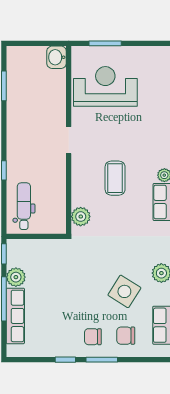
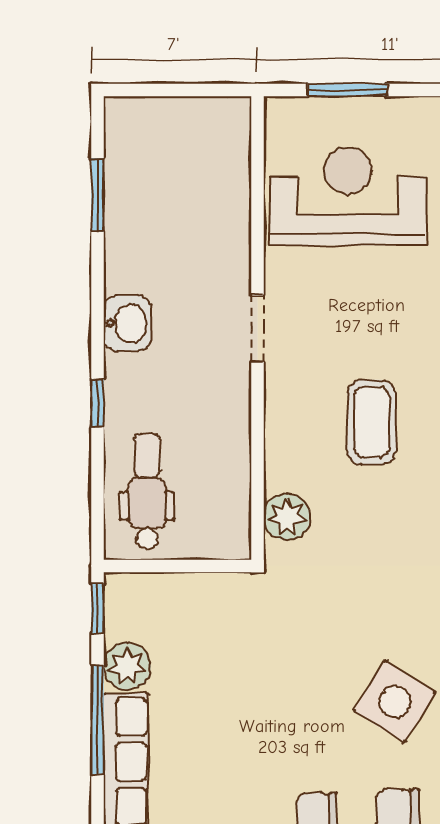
washbasin: (57, 57) -> (127, 323), moved, turned 180

